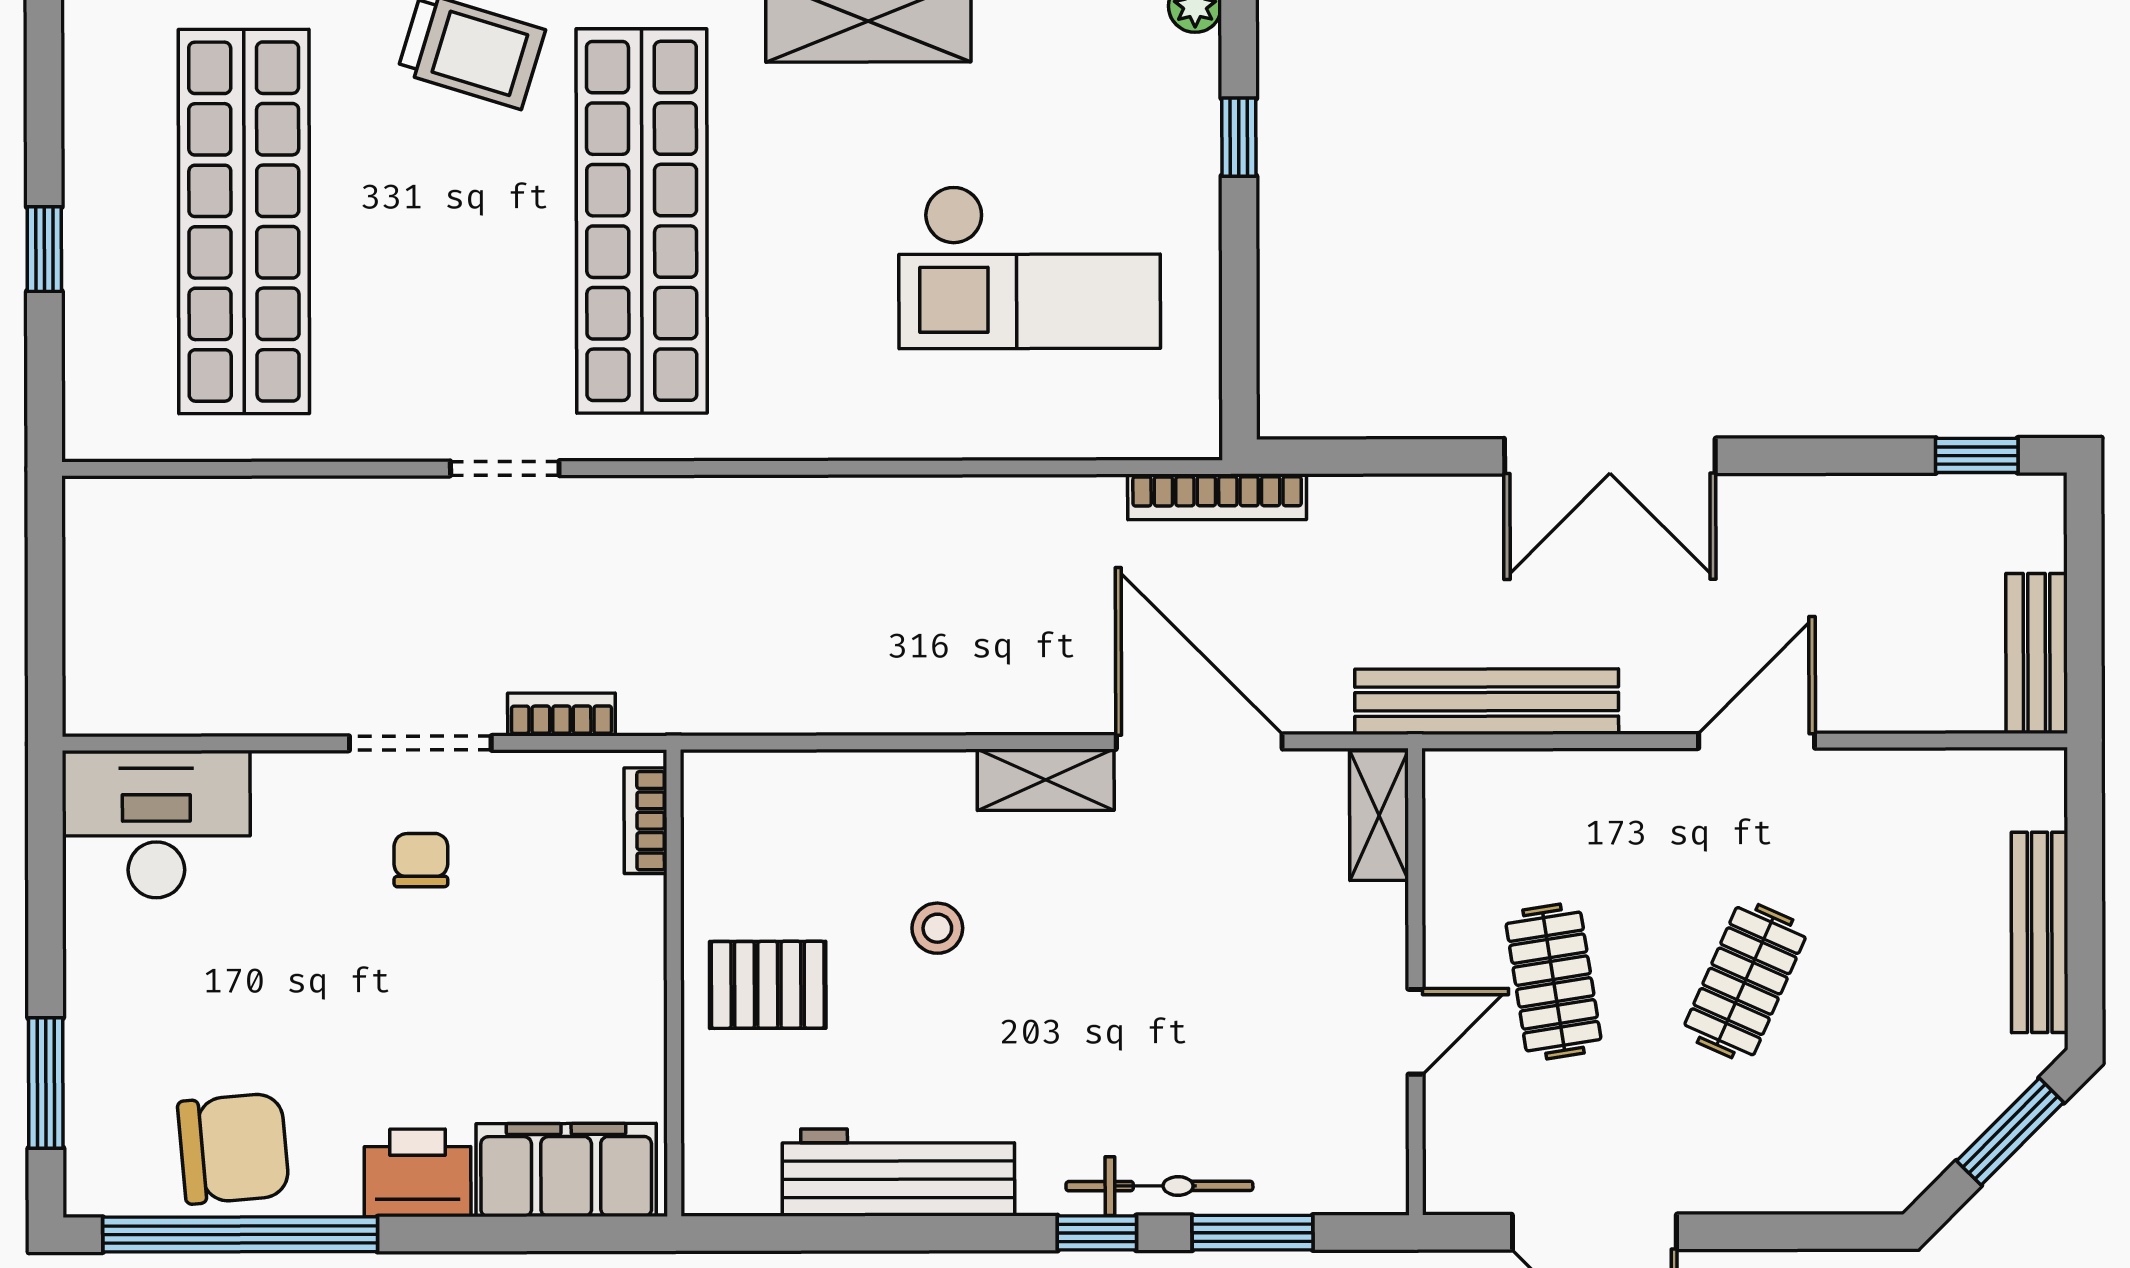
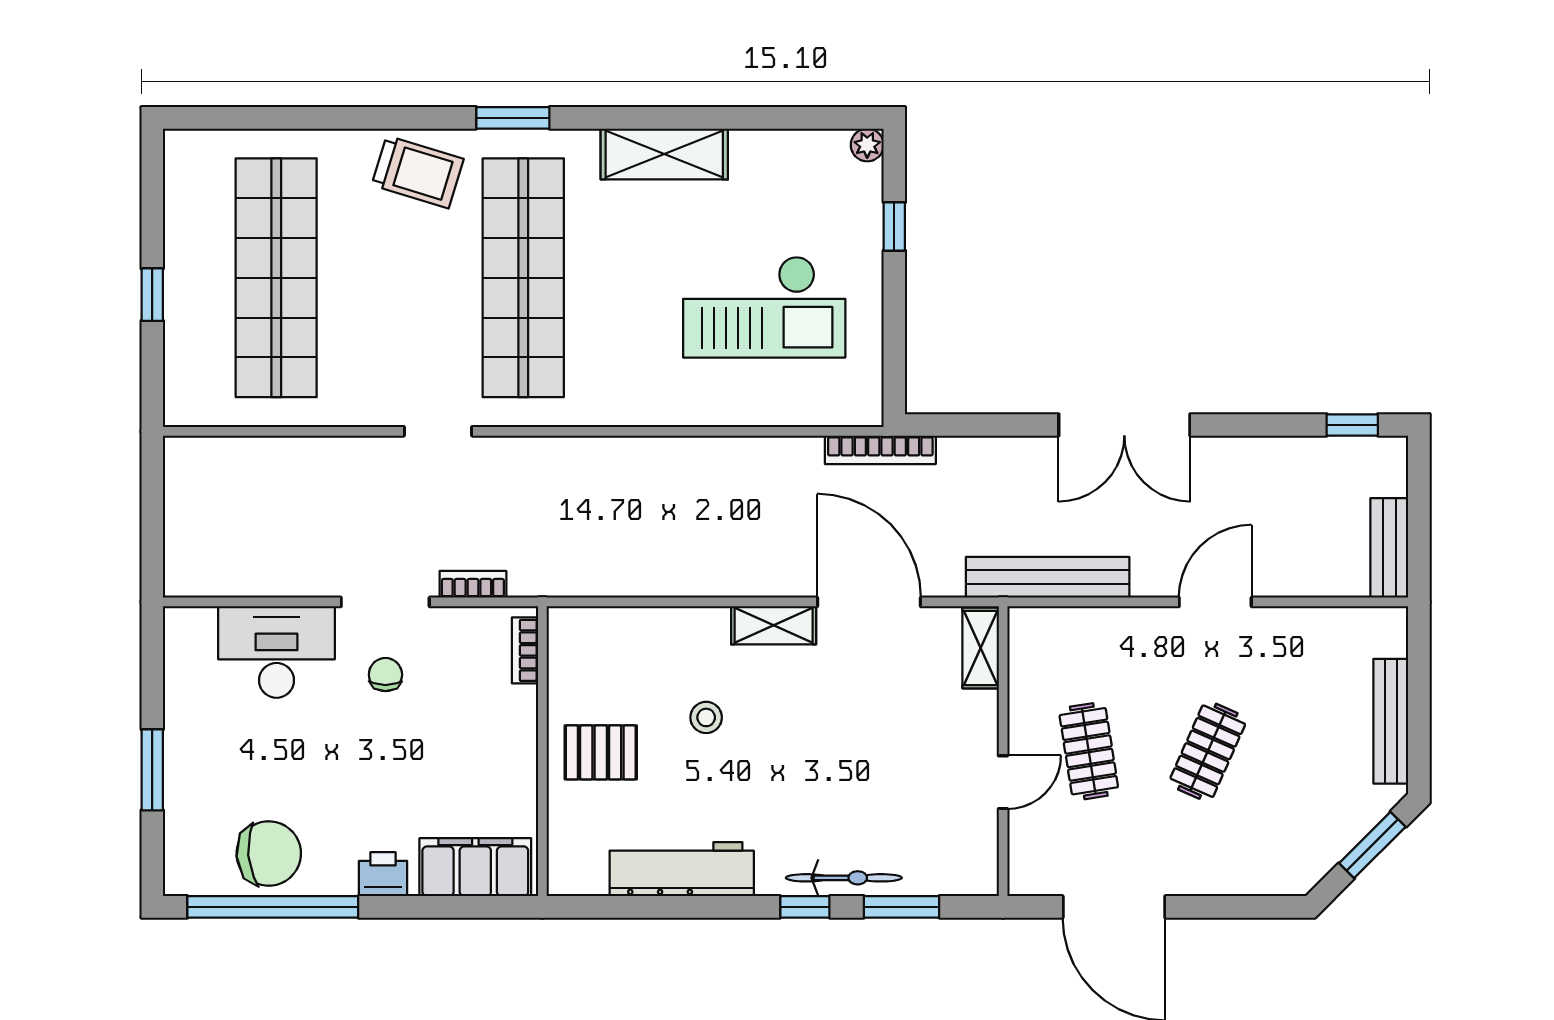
desk: (156, 824) -> (276, 652), moved
window: (46, 1083) -> (152, 770), moved
printer: (418, 1173) -> (383, 874), width x0.73, depth x0.81

